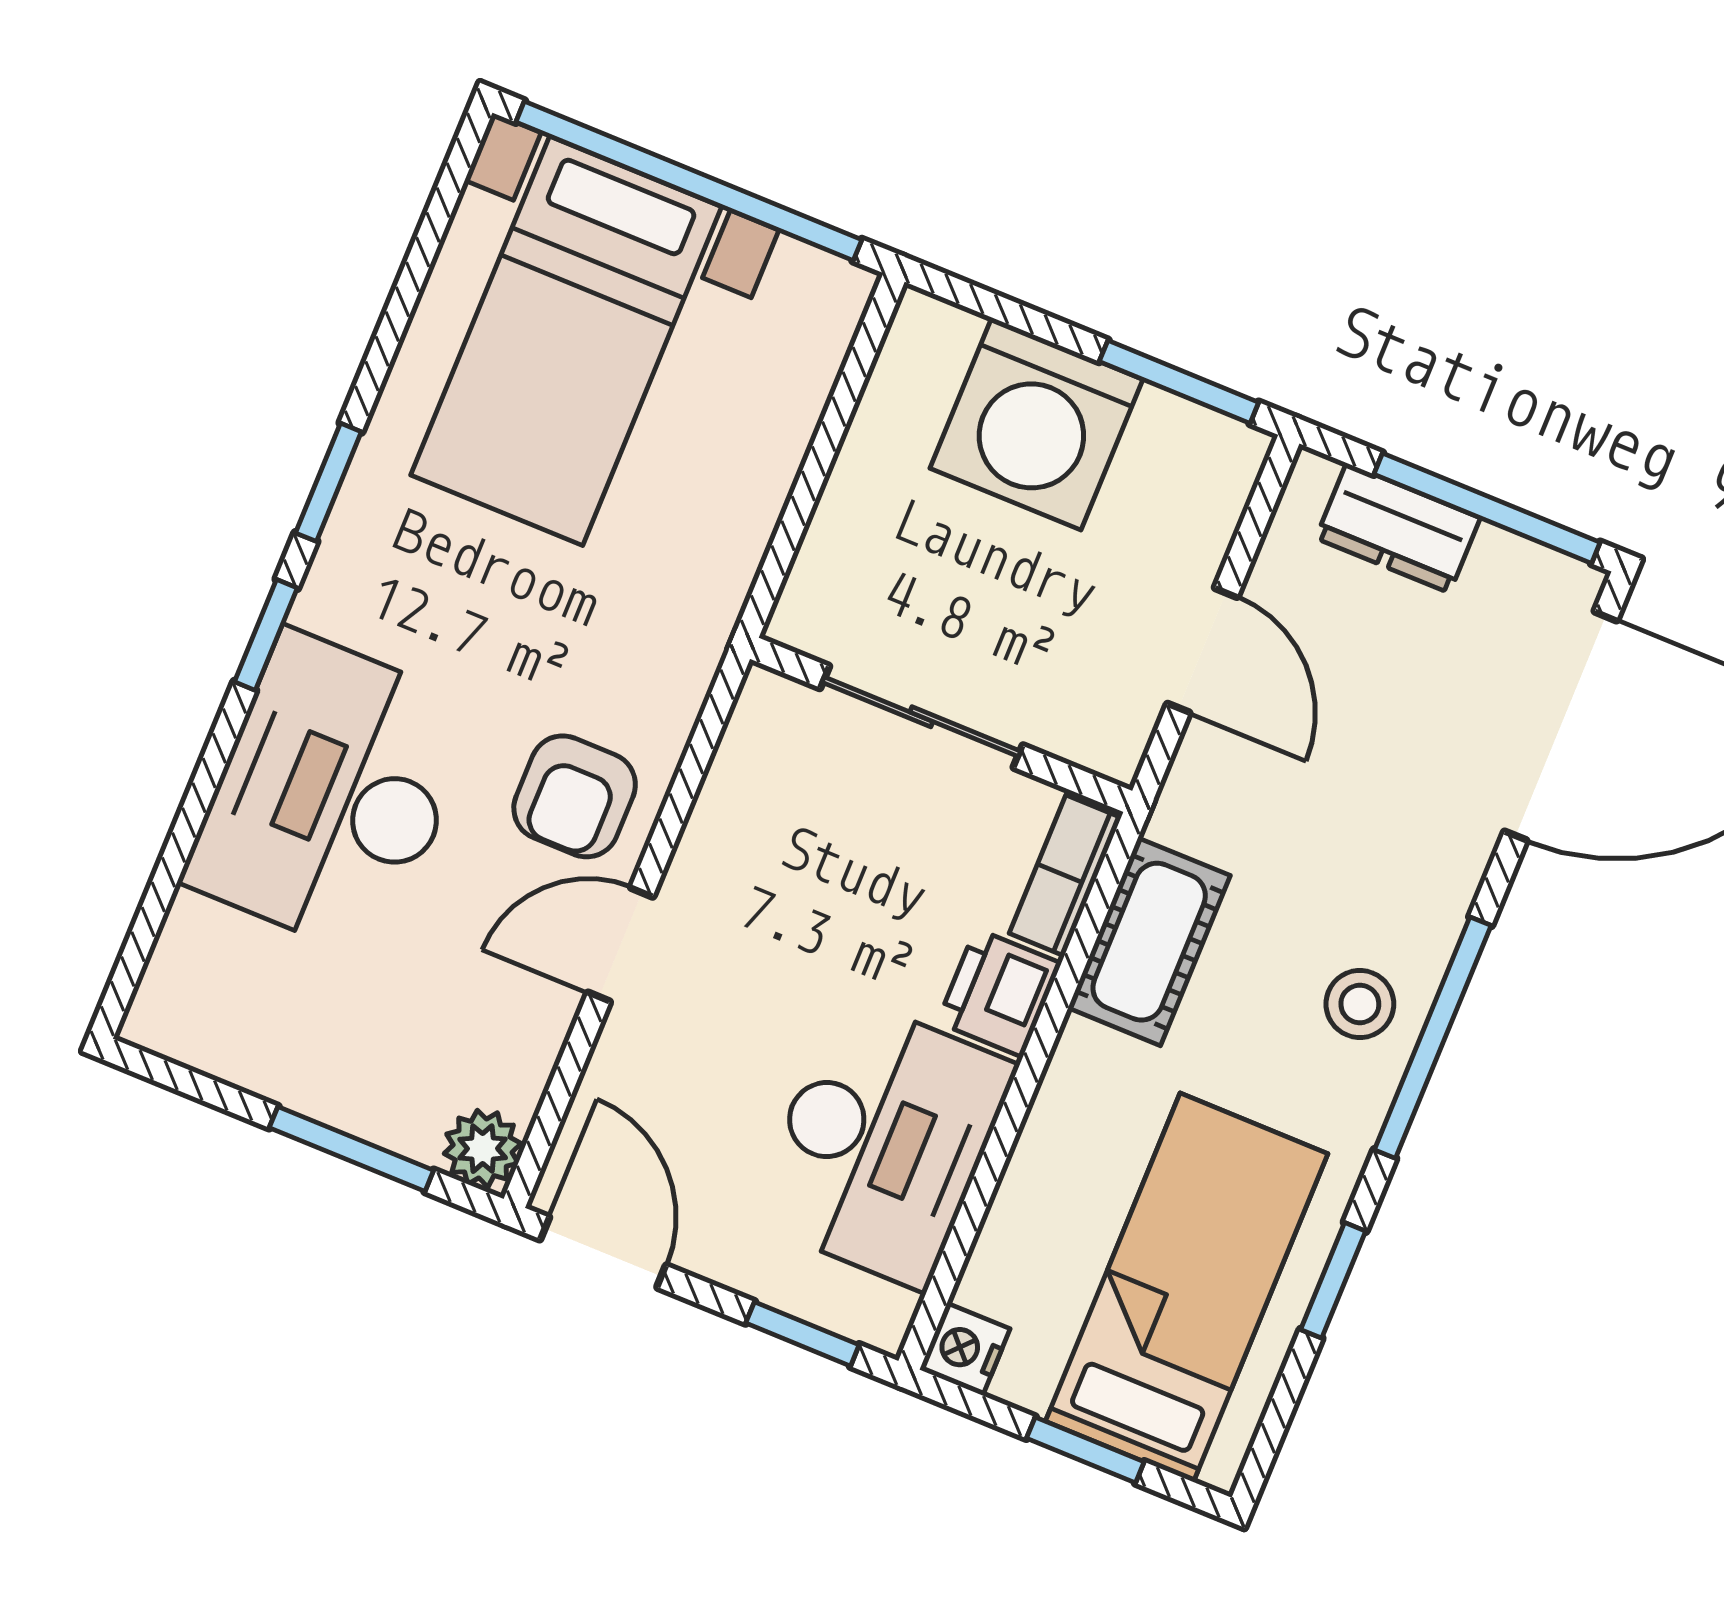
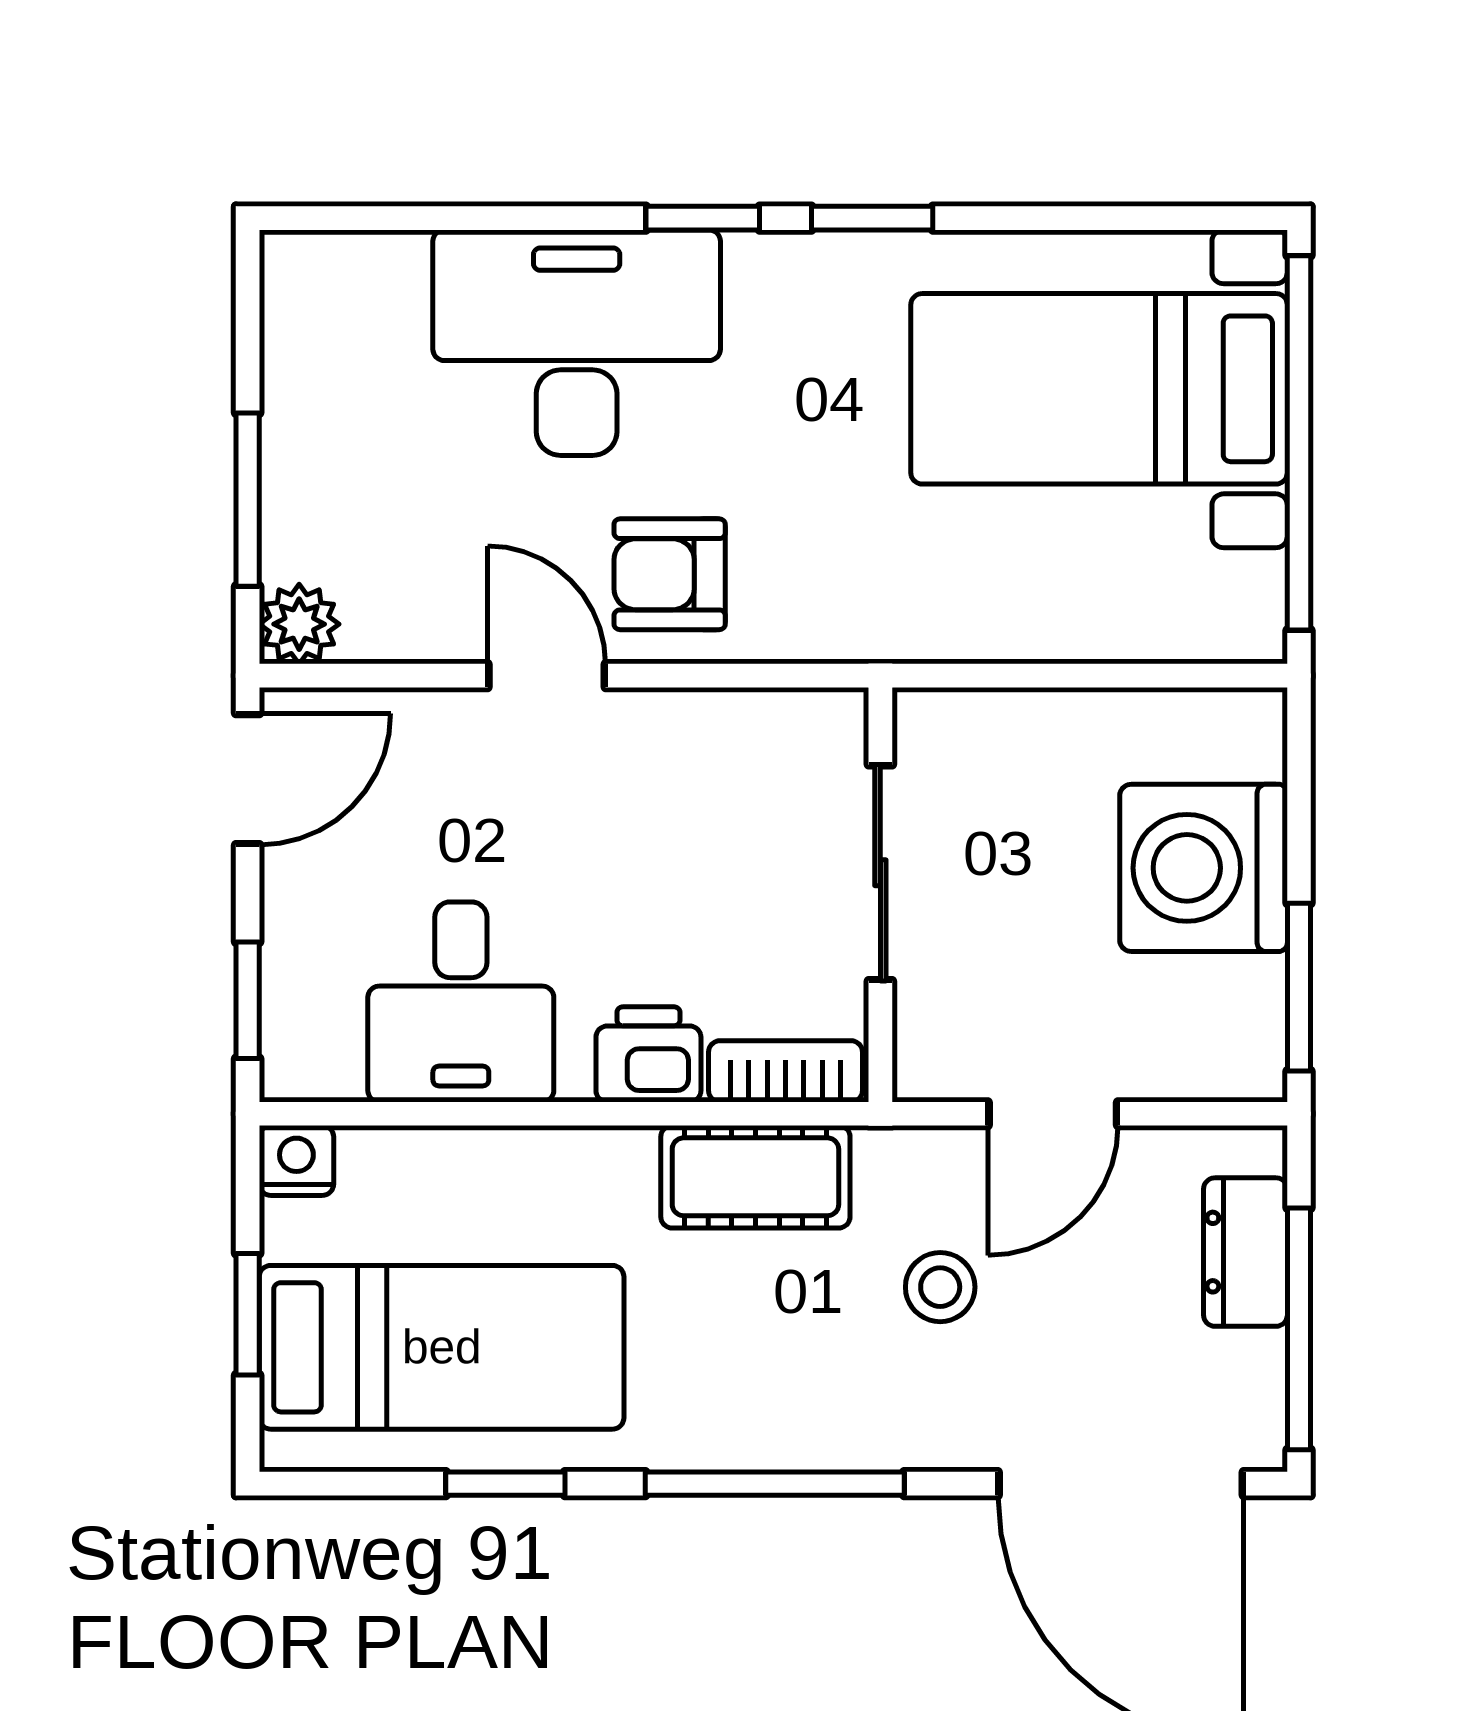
stool: (1360, 1004) -> (940, 1287), moved
desk: (883, 1142) -> (461, 1002), width x0.73

